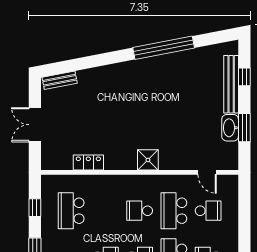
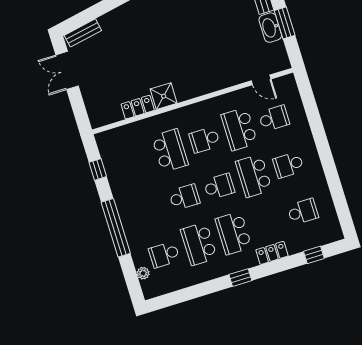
double door: (35, 125) -> (67, 70), moved
shower: (148, 160) -> (164, 96), moved
school desk: (71, 211) -> (170, 150), moved, turned 180

